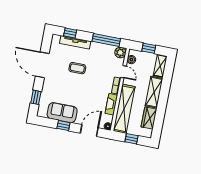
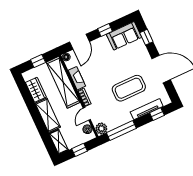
coffee table: (77, 68) -> (129, 88), width x1.86, depth x1.72
door: (123, 72) -> (87, 114), hinge flipped
sofa: (62, 113) -> (124, 36), moved

